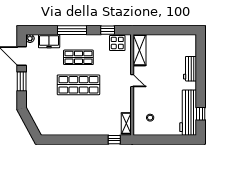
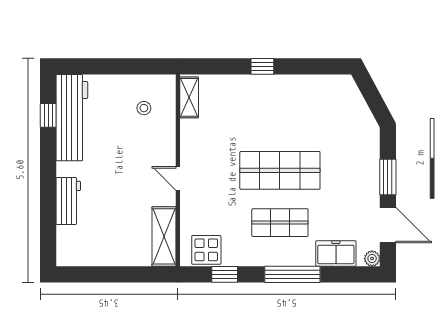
window: (114, 140) -> (262, 66), moved

